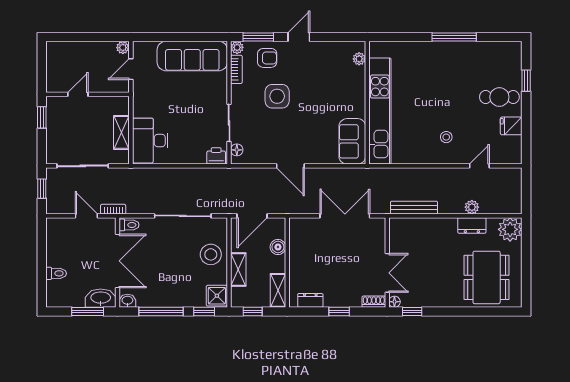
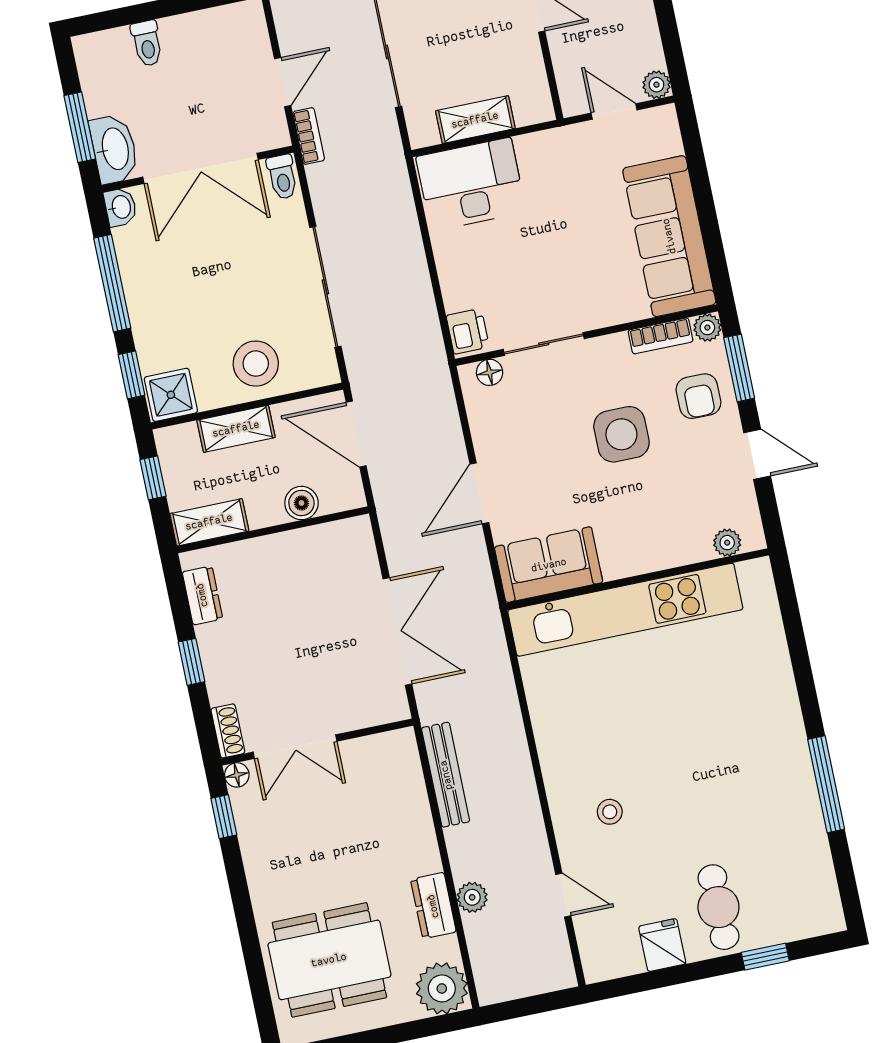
plant: (359, 59) -> (727, 543), moved
wall: (367, 103) -> (637, 579), moved
kitchen unit: (380, 111) -> (625, 610), moved
sofa: (352, 141) -> (549, 565), moved

